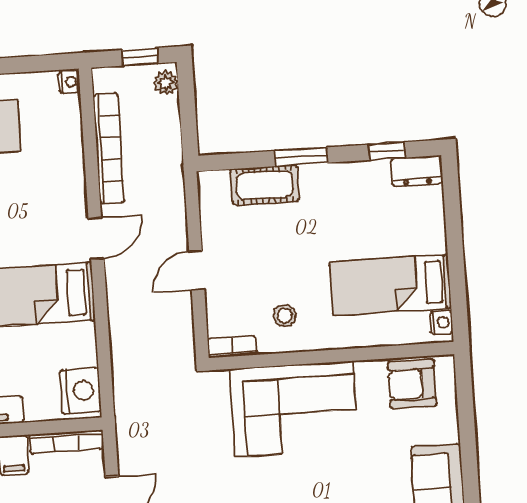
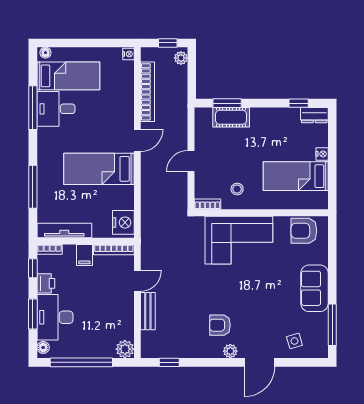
window: (301, 157) -> (227, 103), moved
nightstand: (441, 322) -> (322, 154), moved

